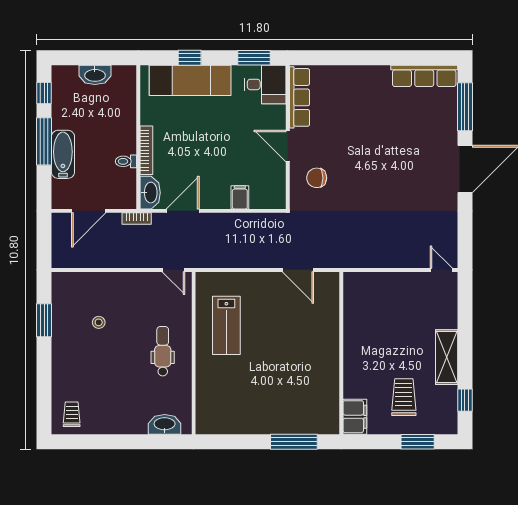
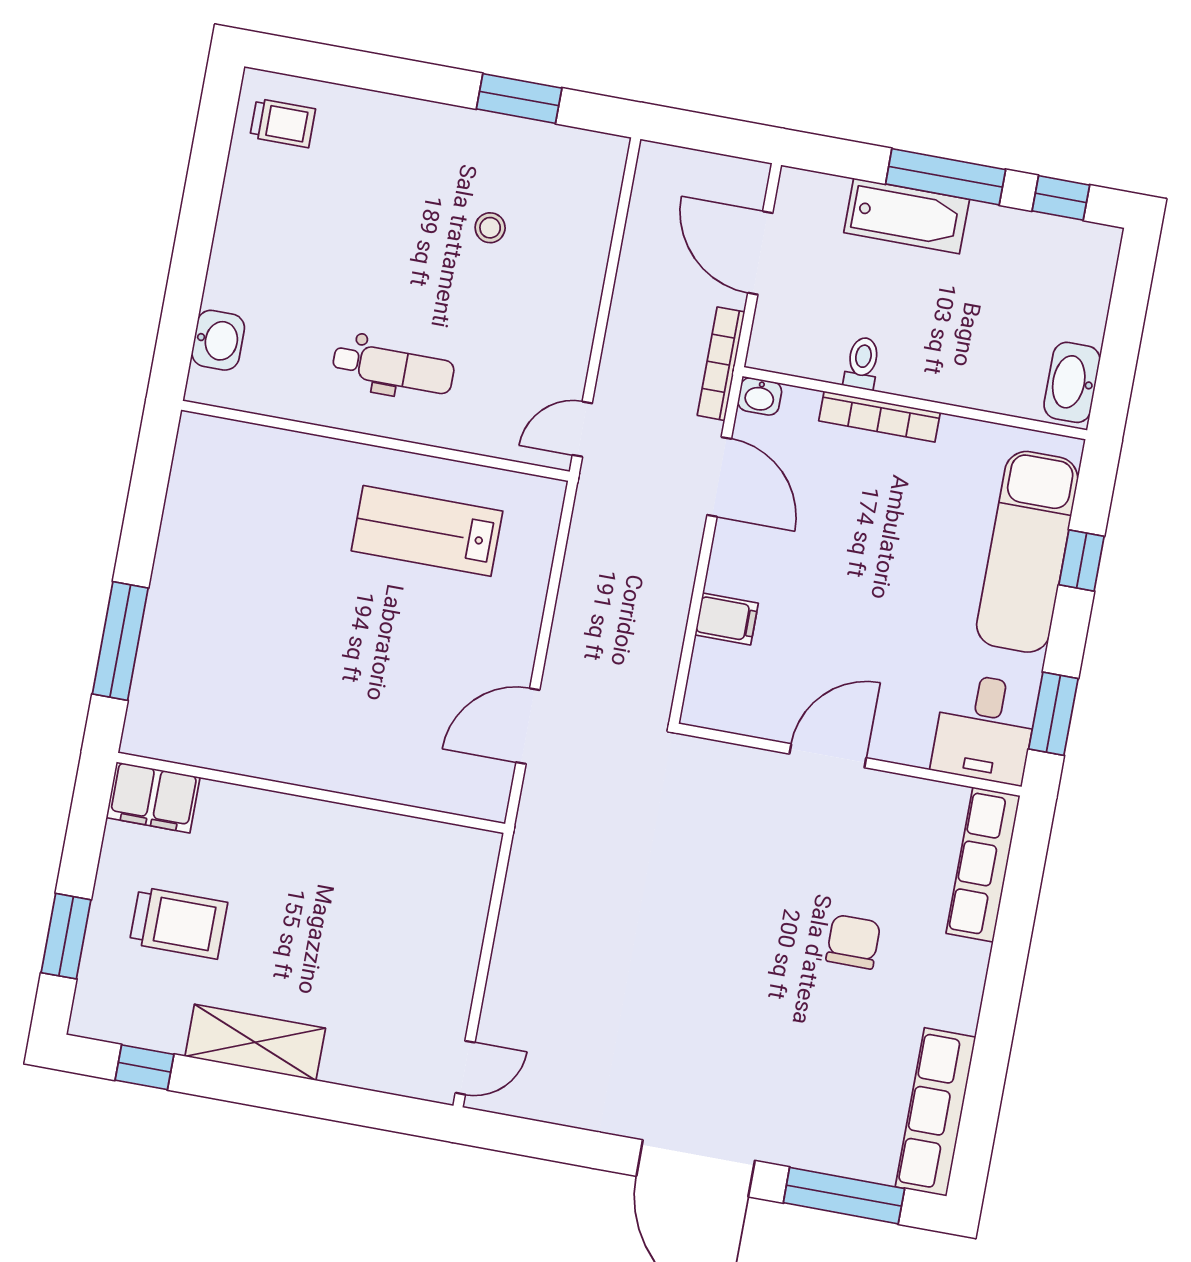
washbasin: (95, 75) -> (1072, 382), moved
row of seats: (300, 97) -> (983, 865), moved, turned 90
chair: (317, 178) -> (853, 942), moved
washbasin: (150, 193) -> (760, 396), width x0.52, depth x0.69
bookcase: (137, 219) -> (721, 364), width x1.56
washbasin: (165, 424) -> (218, 340), width x0.72

